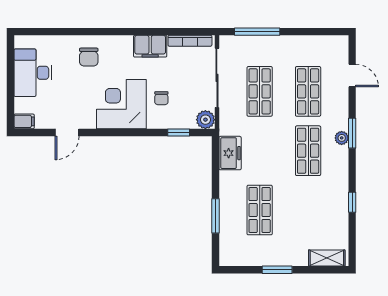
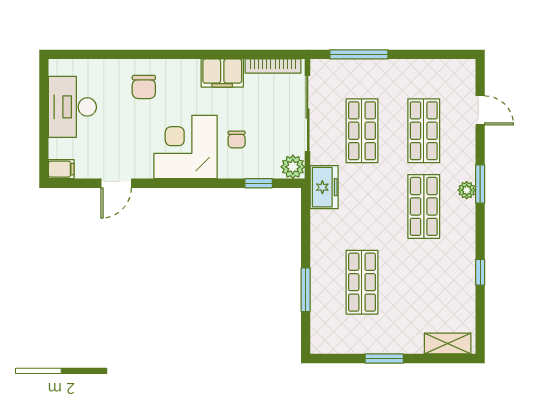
freezer: (230, 153) -> (324, 187), moved

